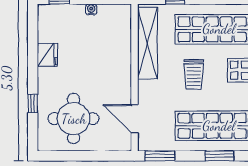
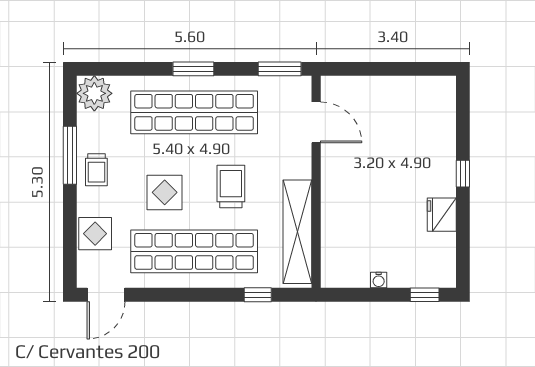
window: (33, 104) -> (463, 174), moved
round table: (74, 119) -> (404, 123), removed

